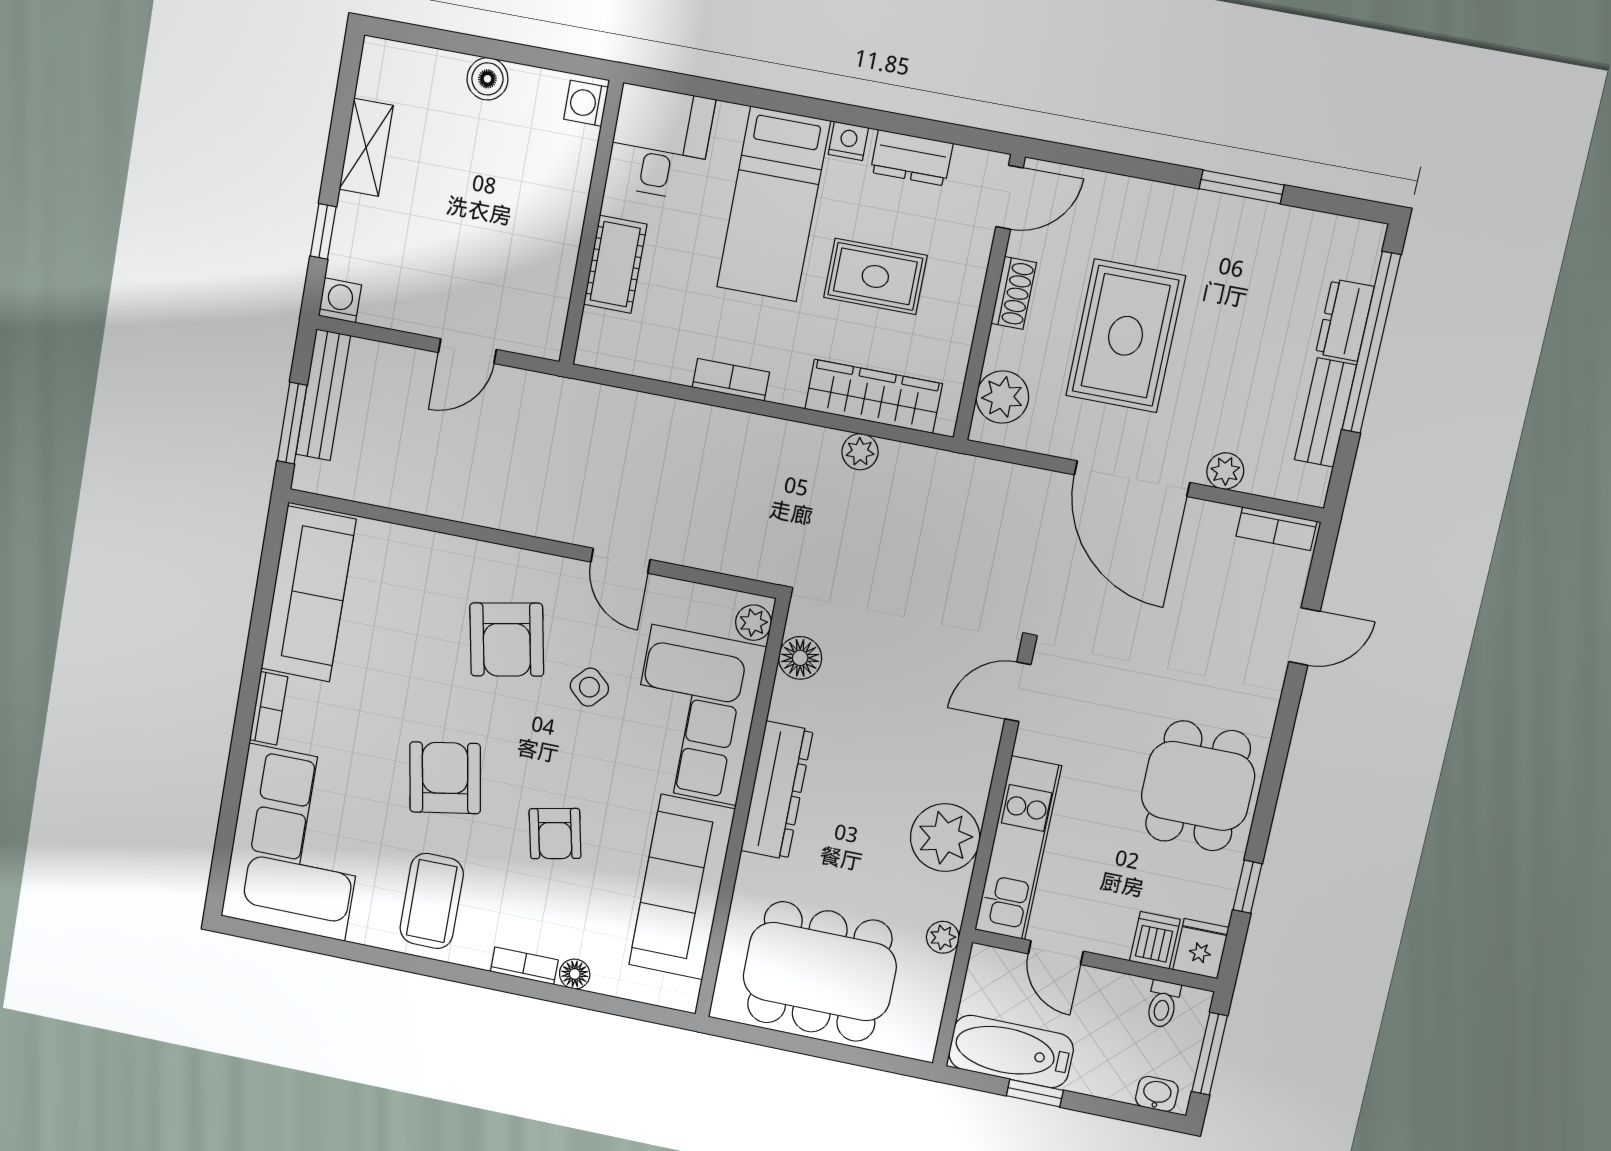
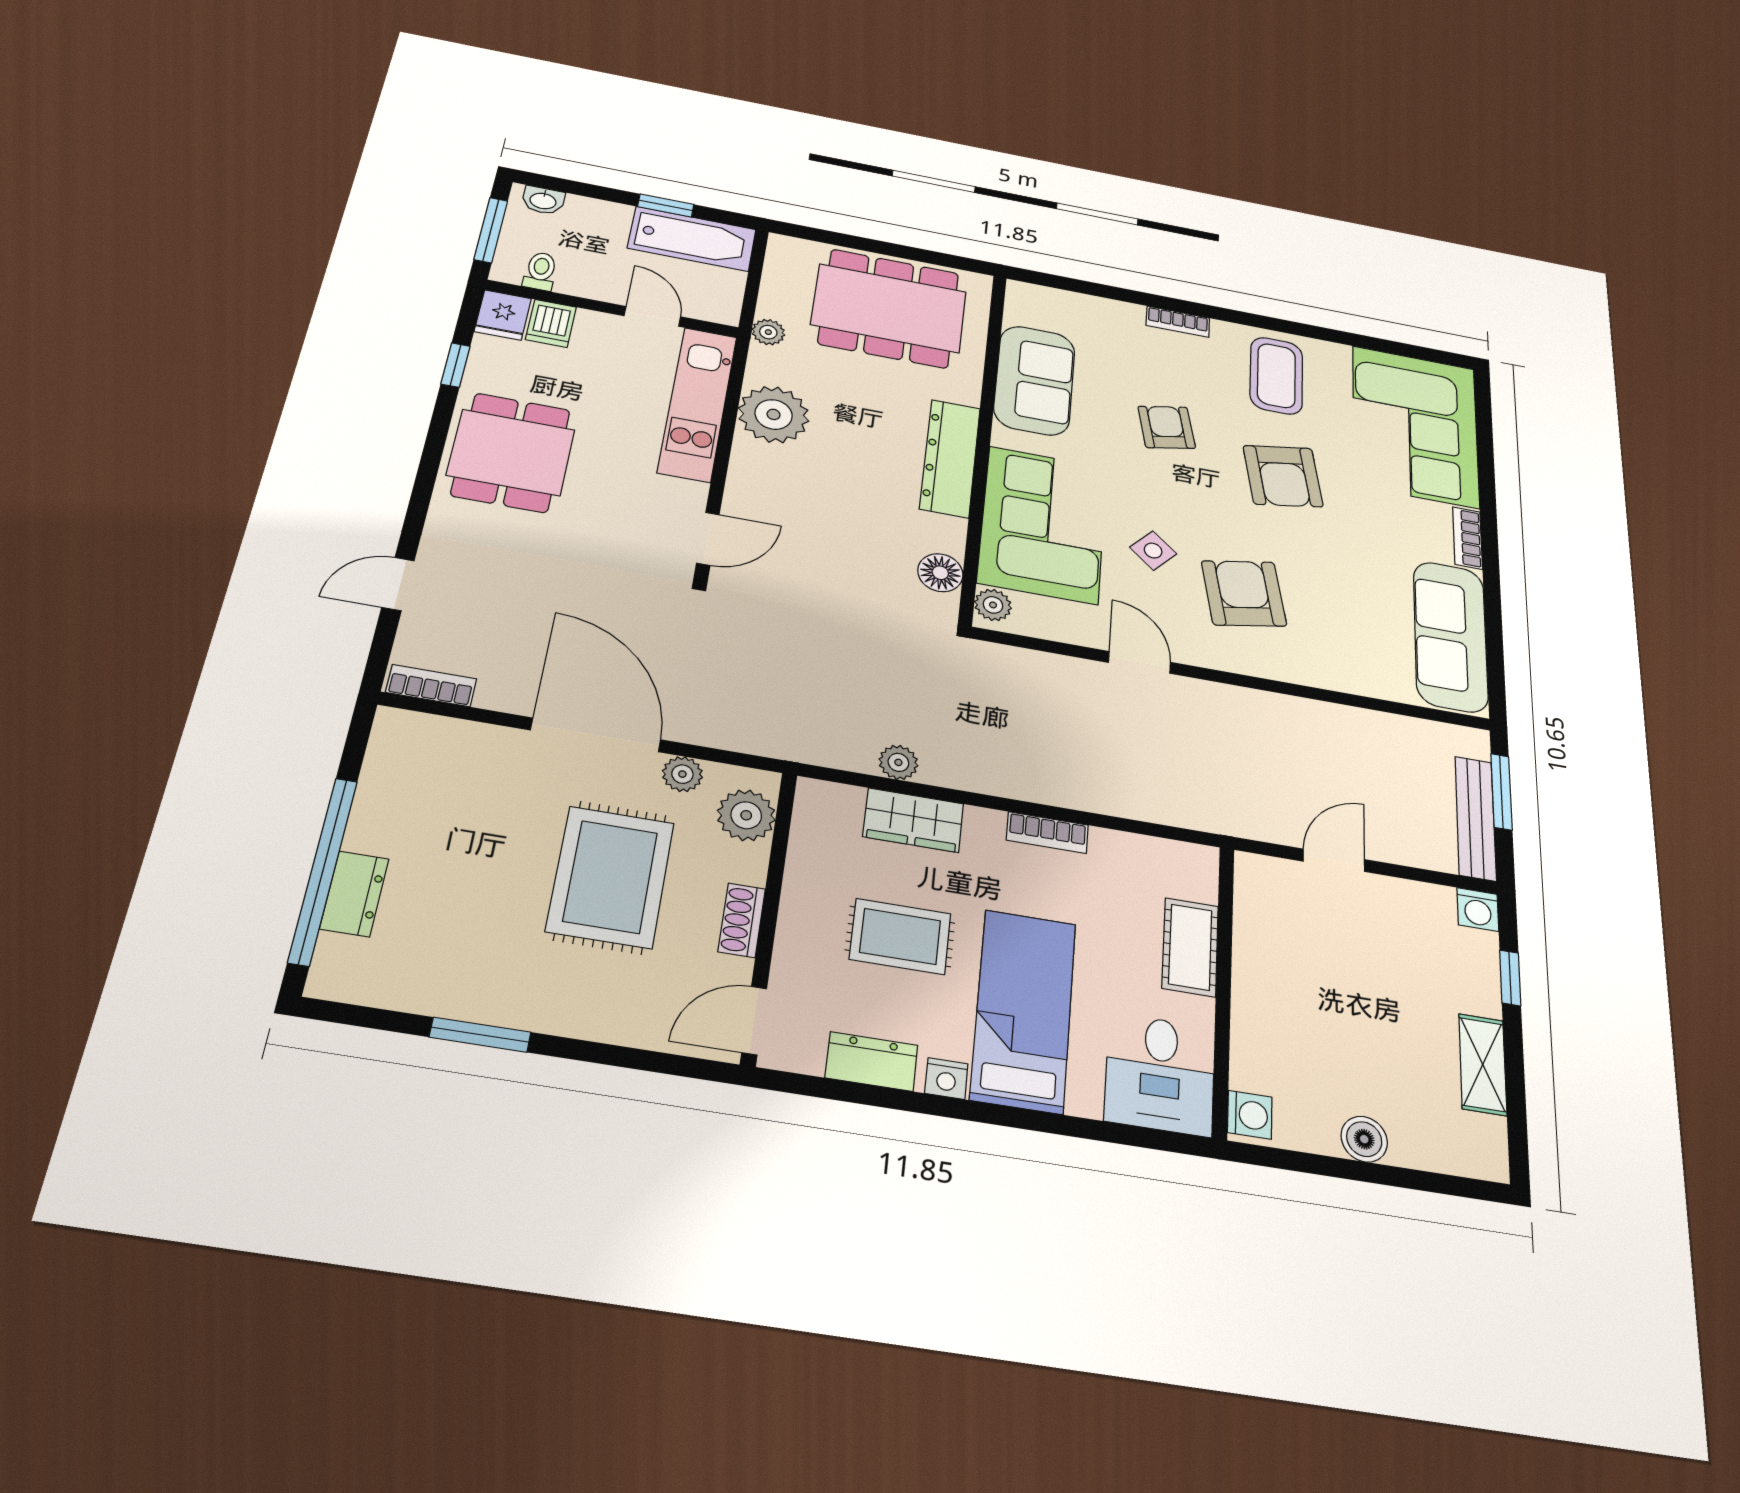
wardrobe: (874, 396) -> (913, 820), width x0.67
bench: (1325, 412) -> (377, 799), removed
plant: (1225, 471) -> (682, 774), moved
sofa: (682, 887) -> (1035, 380), width x0.73
floor lamp: (575, 974) -> (1128, 314), removed

